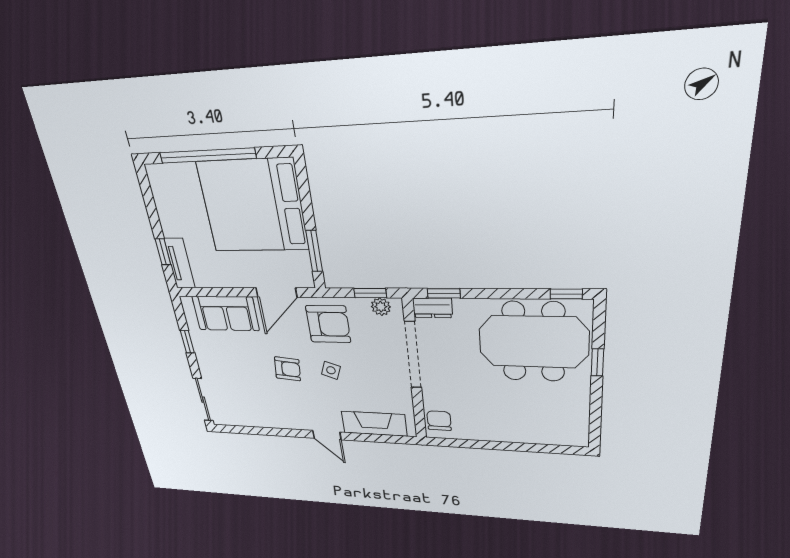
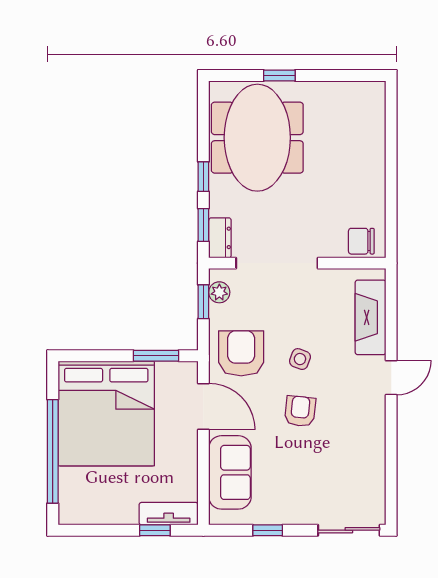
window: (566, 294) -> (203, 177), moved

